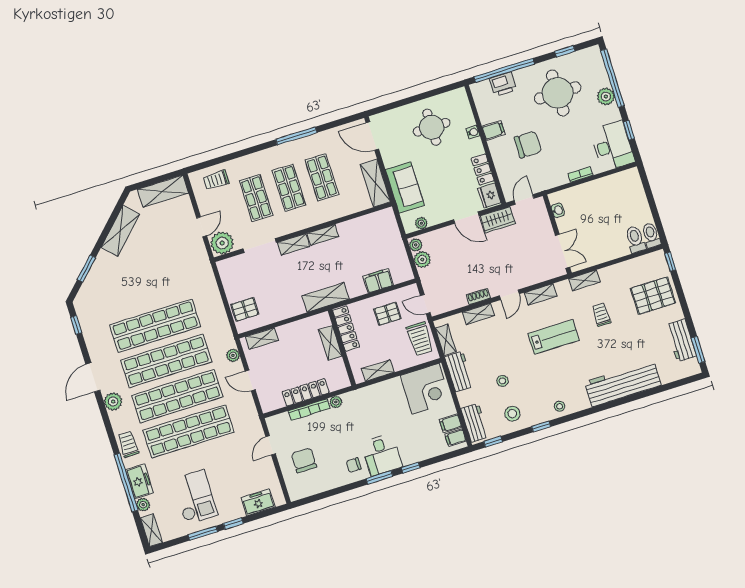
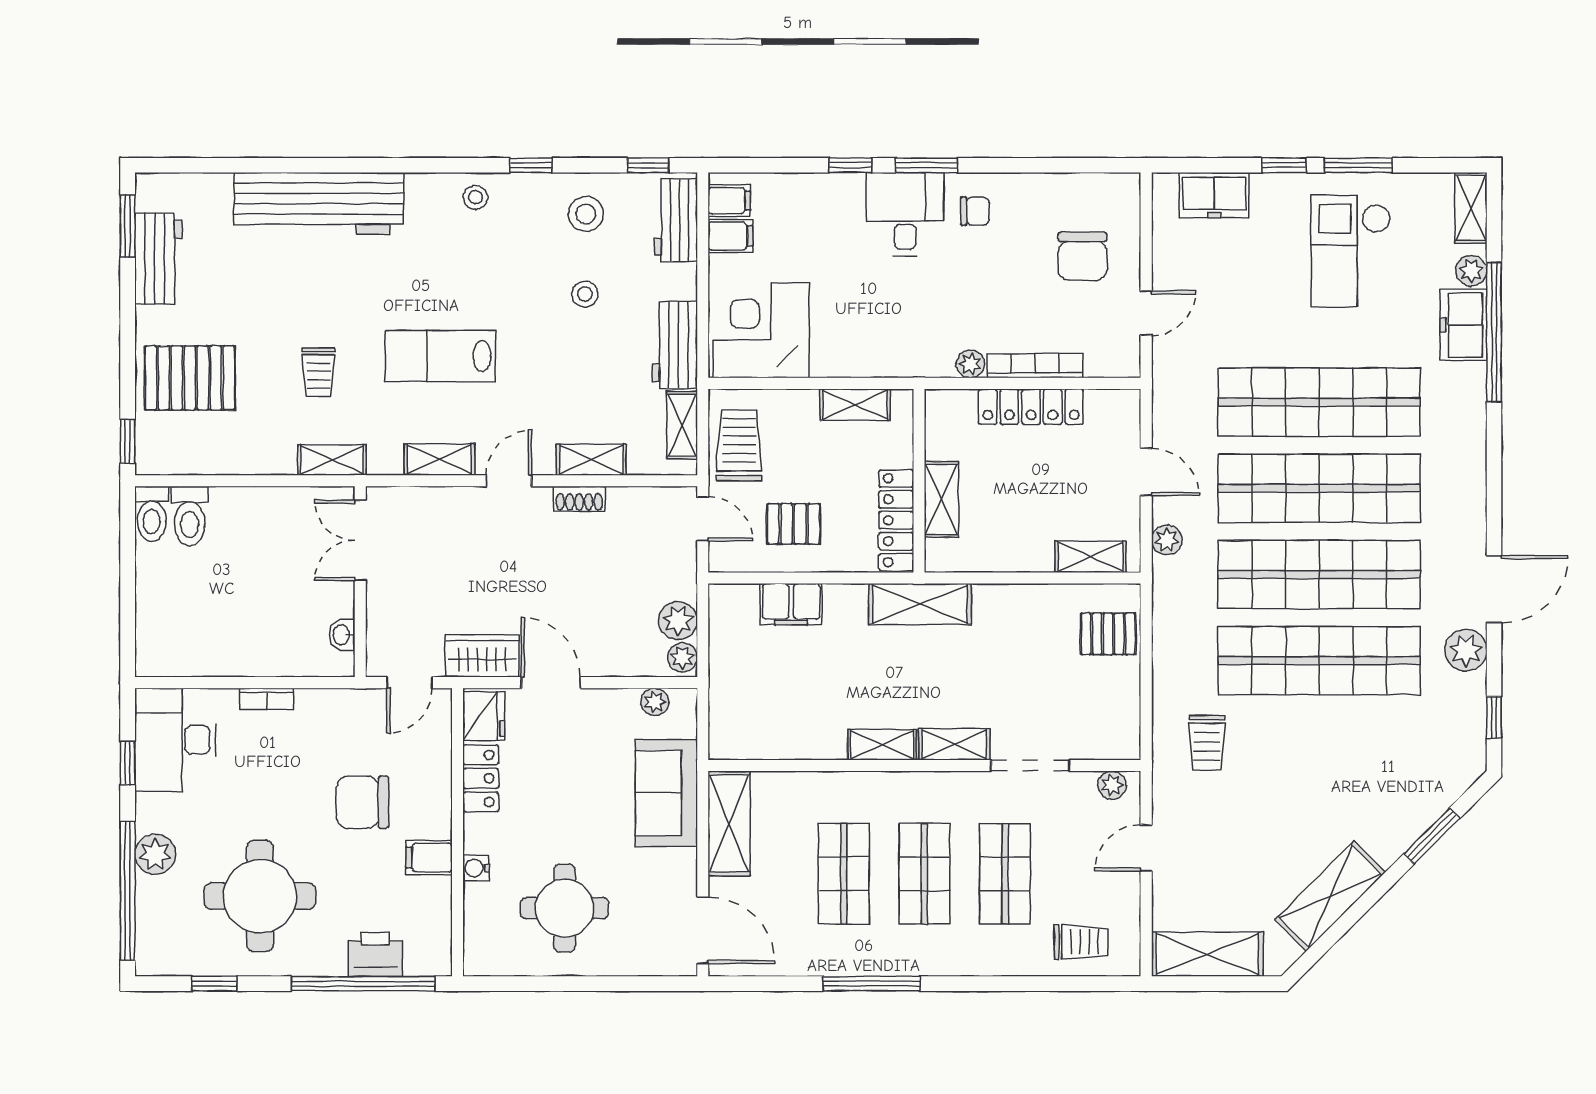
plant: (222, 243) -> (1112, 785), width x0.53, depth x0.53
plant: (113, 402) -> (1466, 650), moved
trolley: (128, 444) -> (1207, 743), moved

